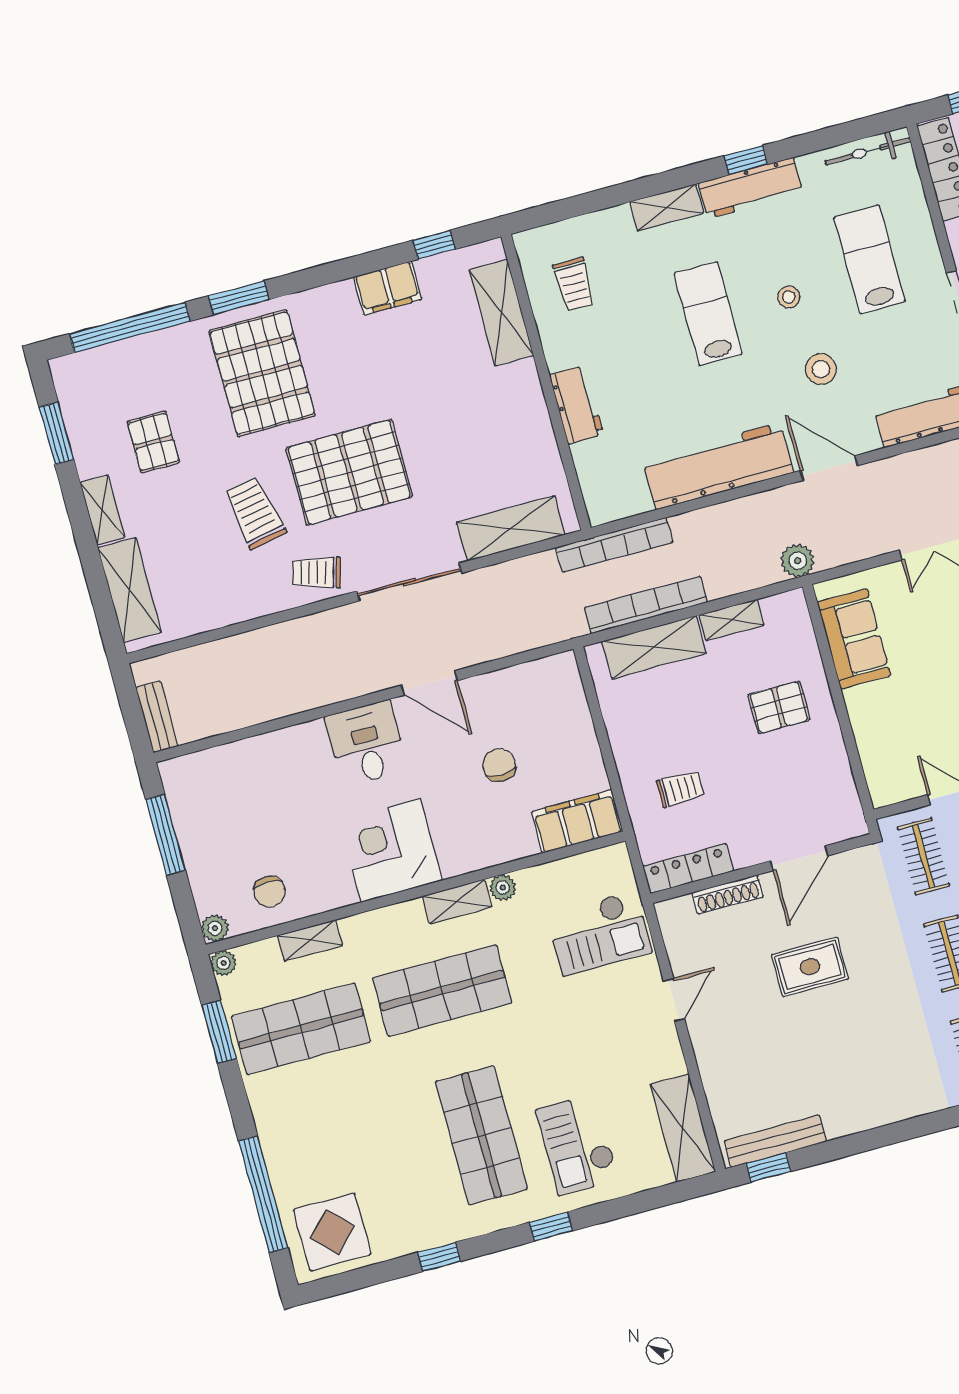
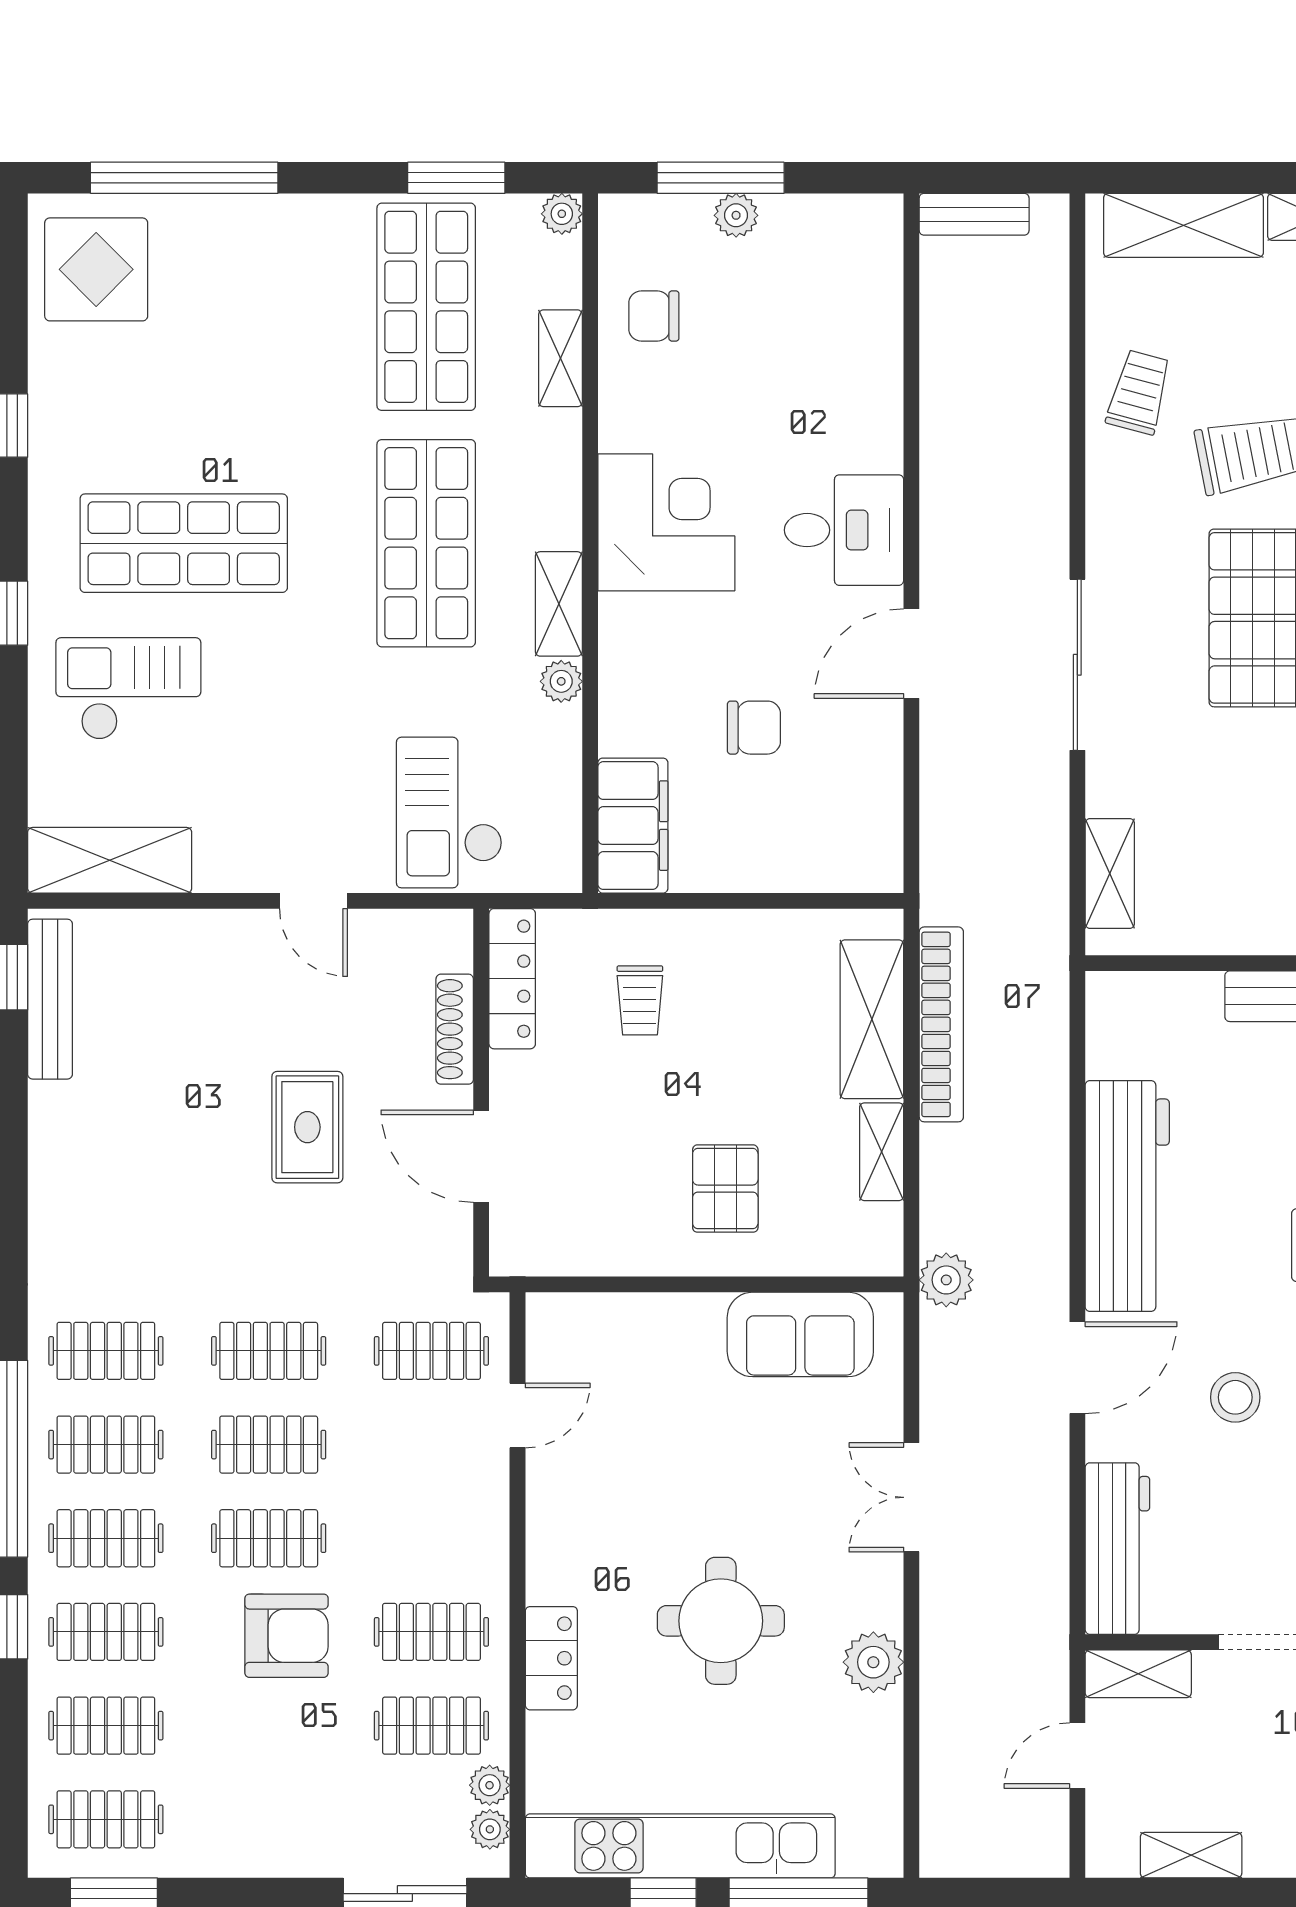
shelving: (511, 528) -> (1110, 873), width x0.67, depth x0.75
bookcase: (614, 545) -> (1048, 1000), removed
trolley: (317, 572) -> (1139, 392), moved
window: (166, 835) -> (721, 178), moved
plant: (215, 928) -> (736, 215), moved

